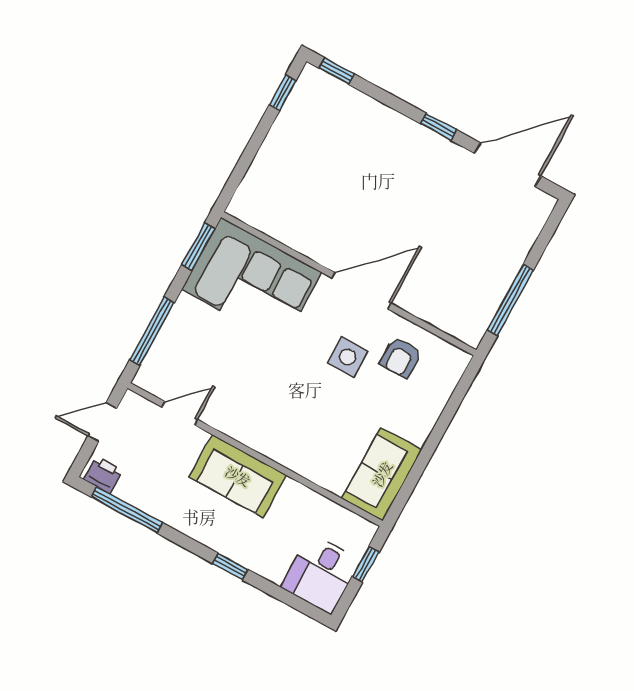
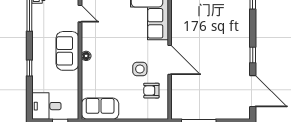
floor lamp: (267, 446) -> (86, 56), added

